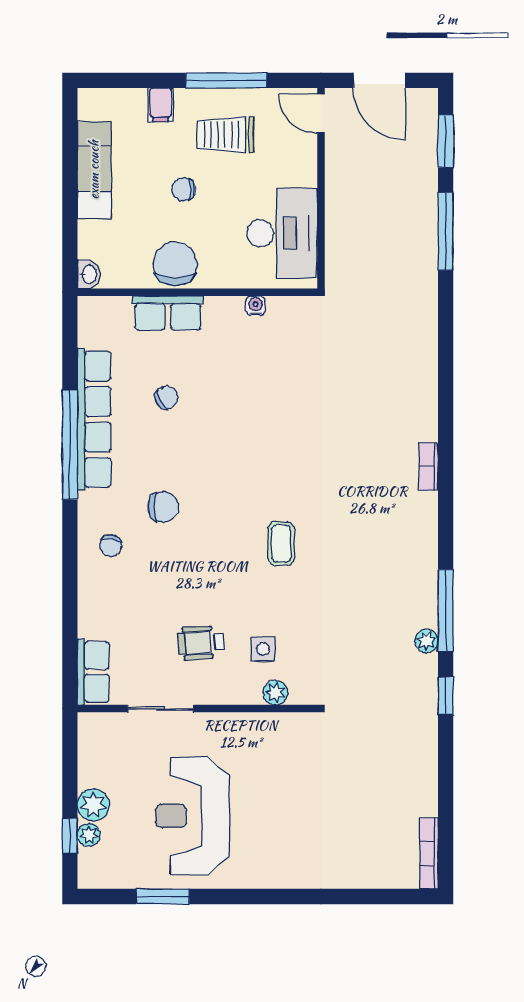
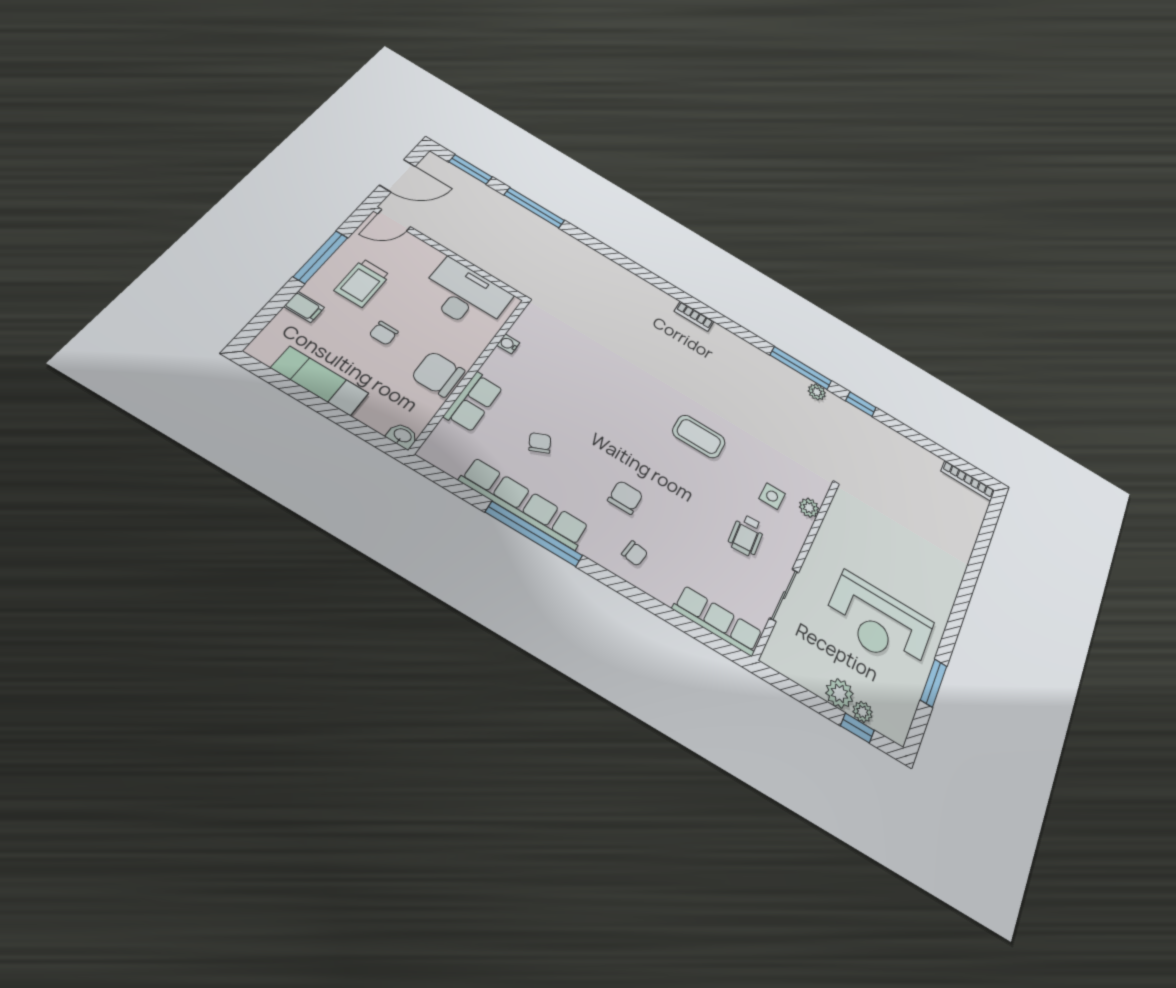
coffee table: (281, 544) -> (699, 436), width x1.36, depth x1.30
row of seats: (93, 672) -> (718, 621), width x1.48

